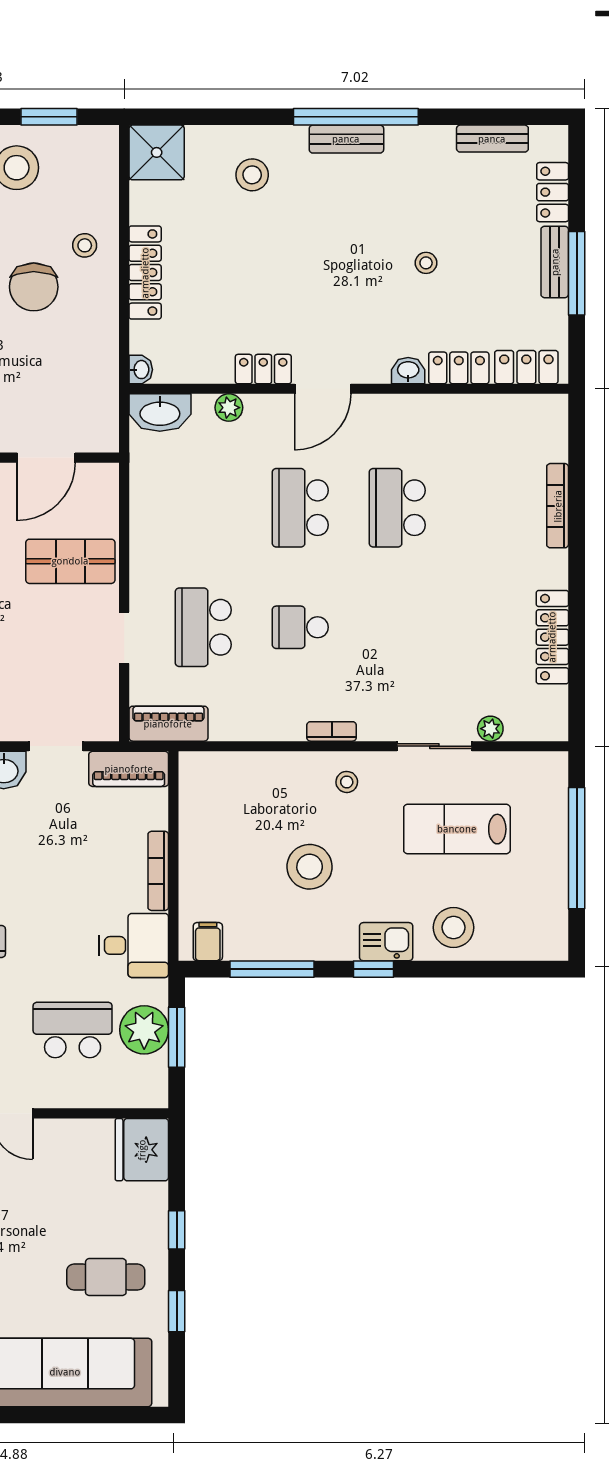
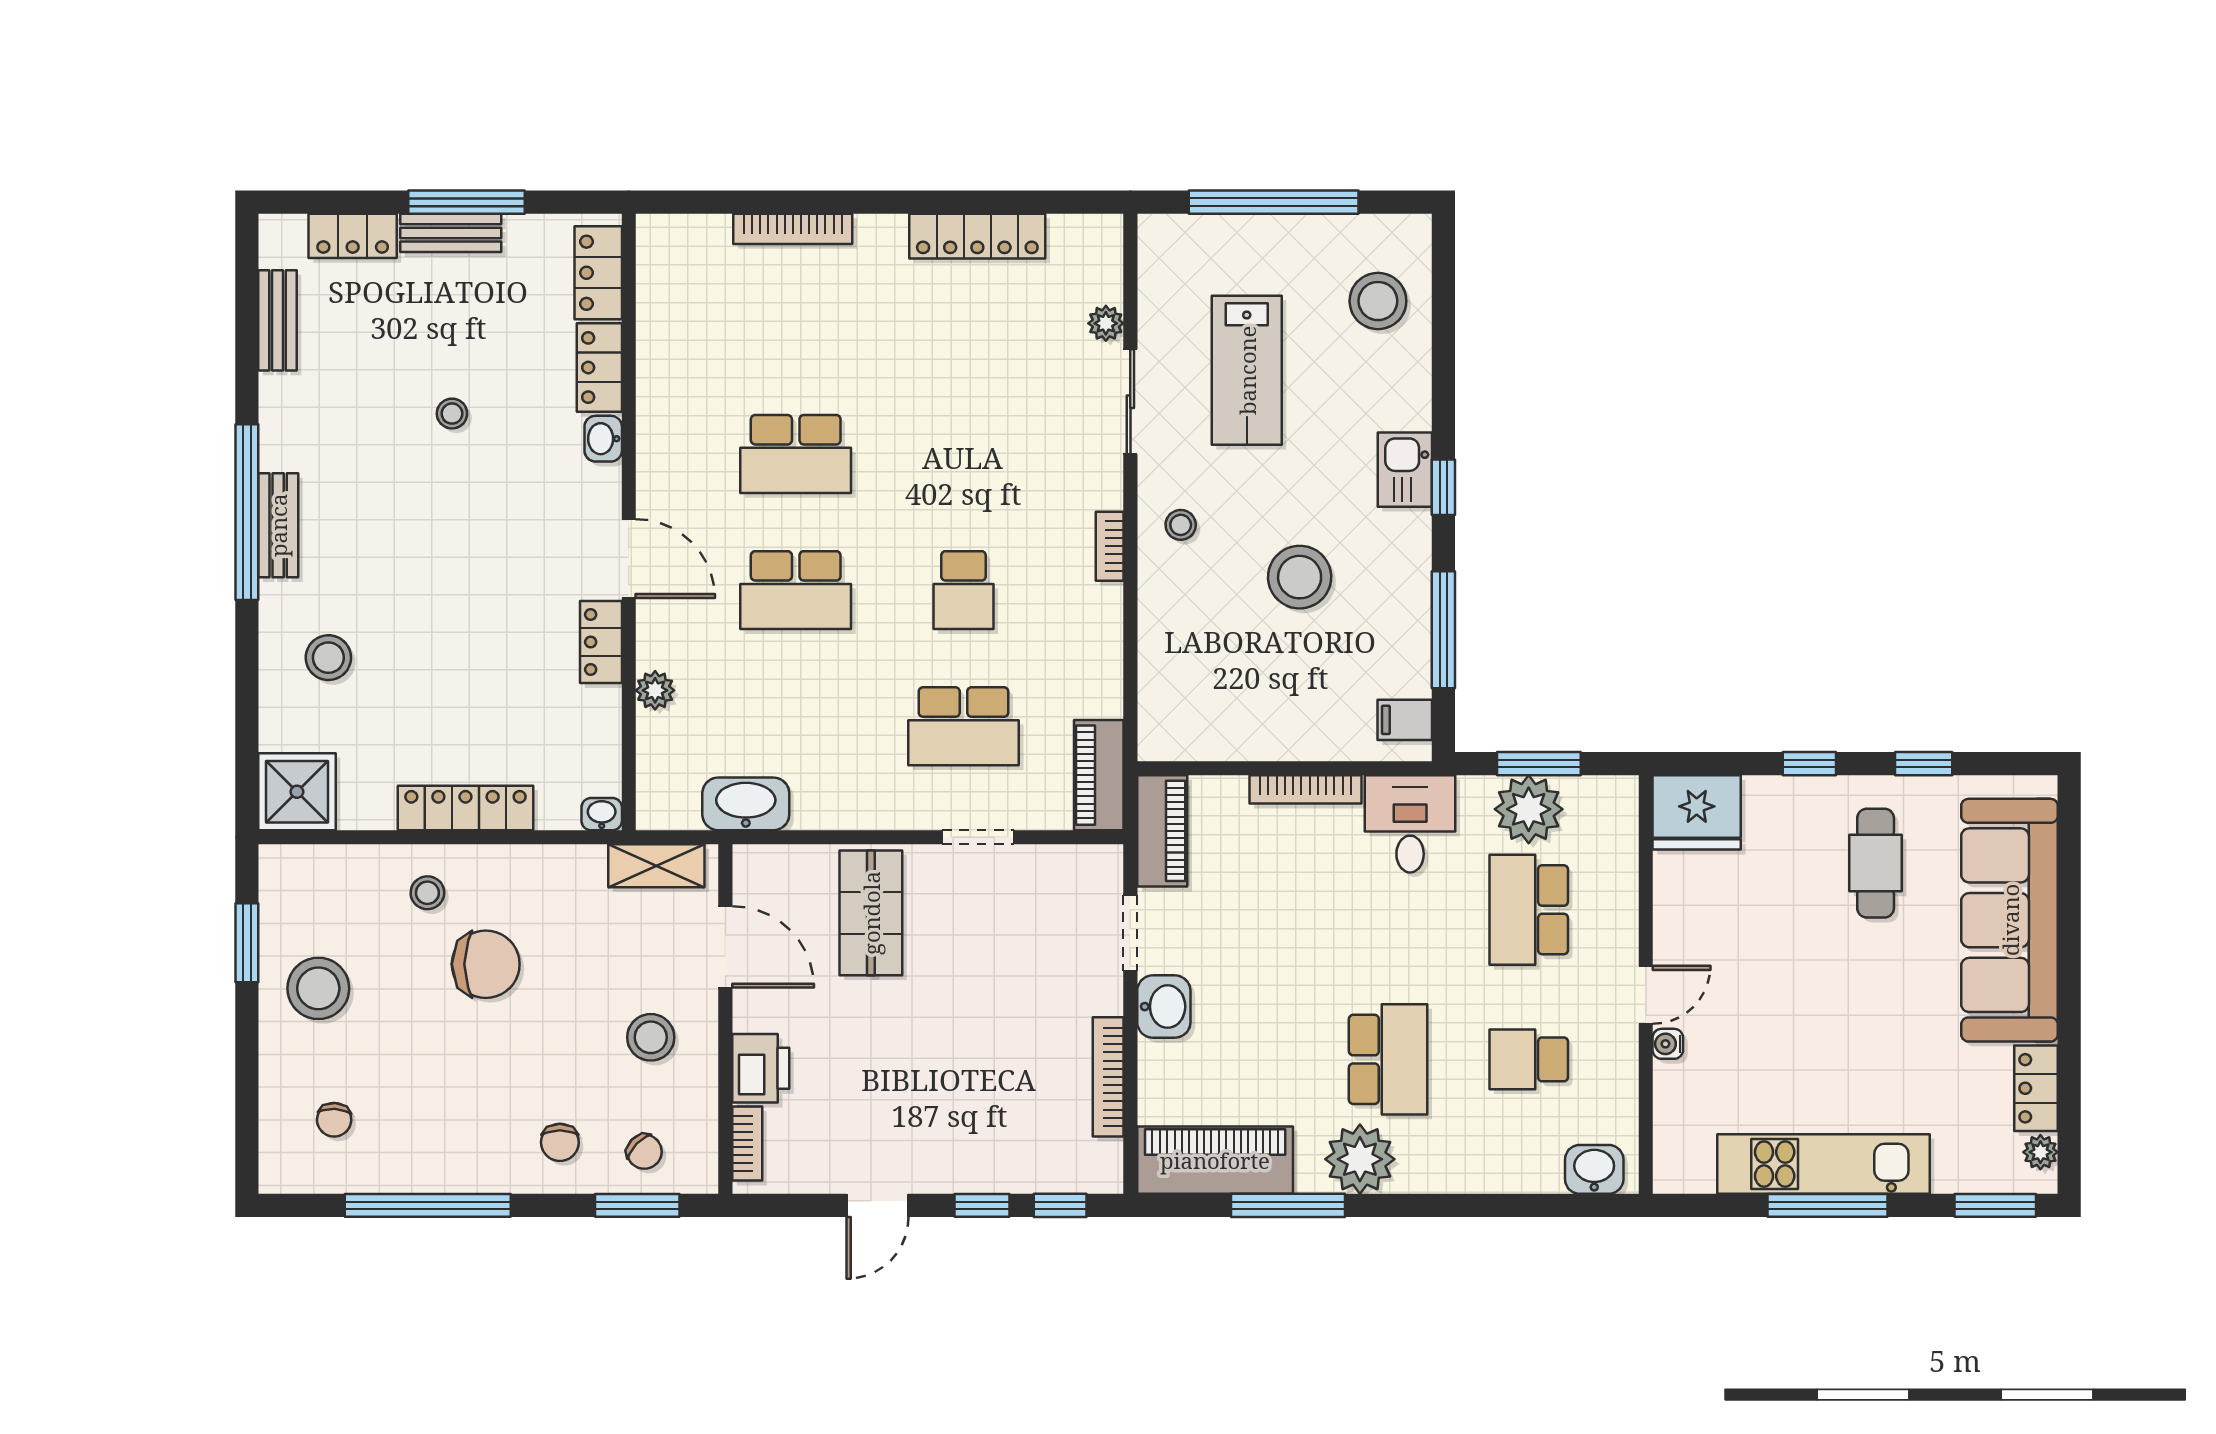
shelving: (104, 408) -> (656, 866), added
washbasin: (160, 413) -> (746, 804), moved, turned -90
stool: (454, 927) -> (1378, 301), moved

